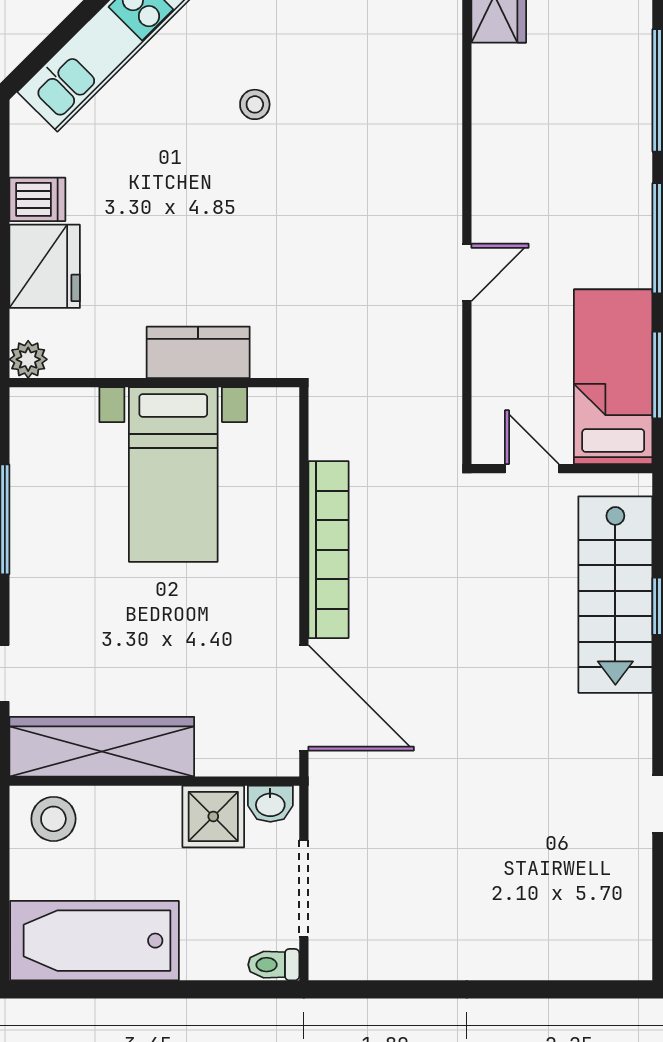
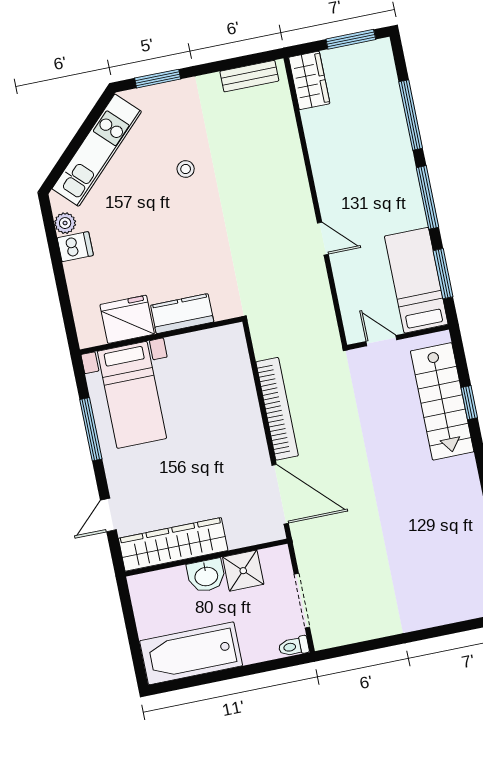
fridge: (45, 266) -> (127, 319), moved, turned -90
door: (467, 272) -> (323, 239), hinge flipped
plant: (28, 359) -> (65, 223), moved
bed with nightstands: (173, 475) -> (132, 395), moved
washbasin: (270, 804) -> (206, 576), moved, width x1.38, depth x1.45
stool: (53, 819) -> (154, 590), removed

